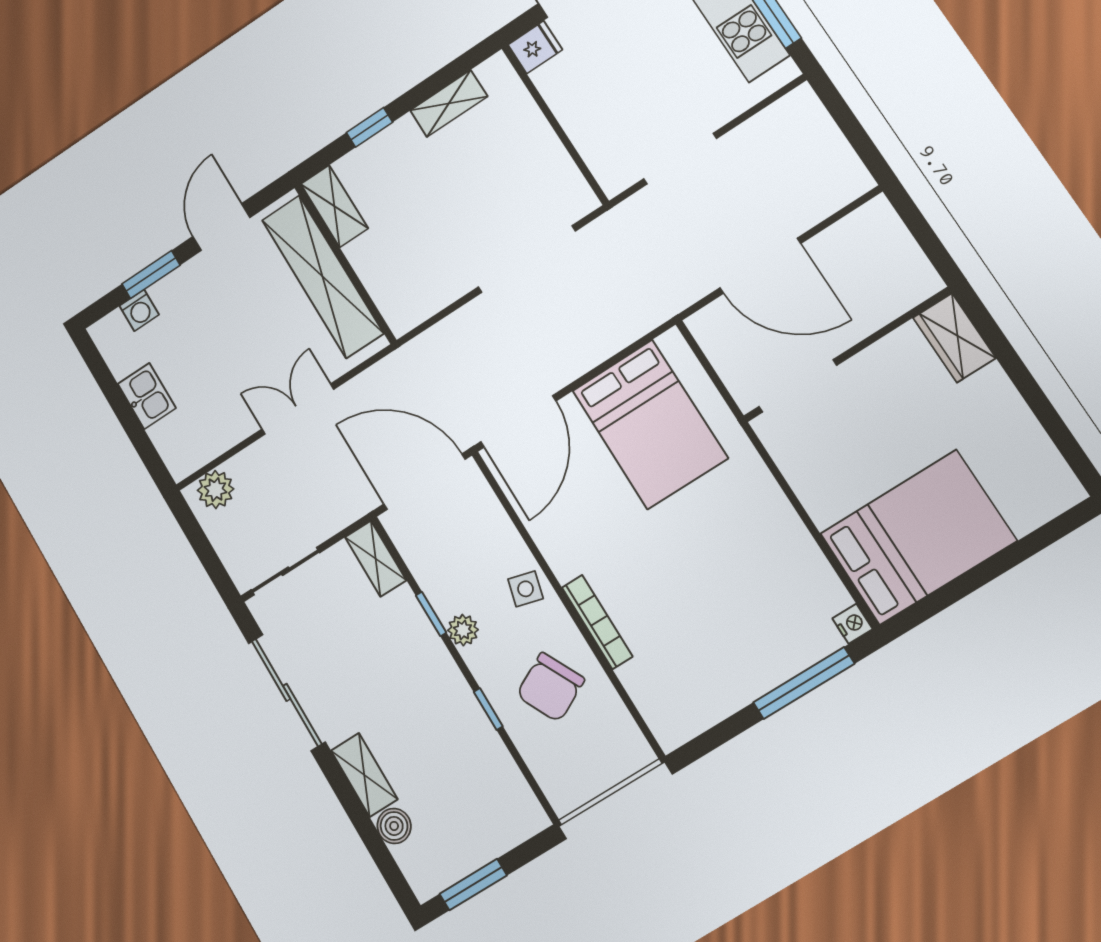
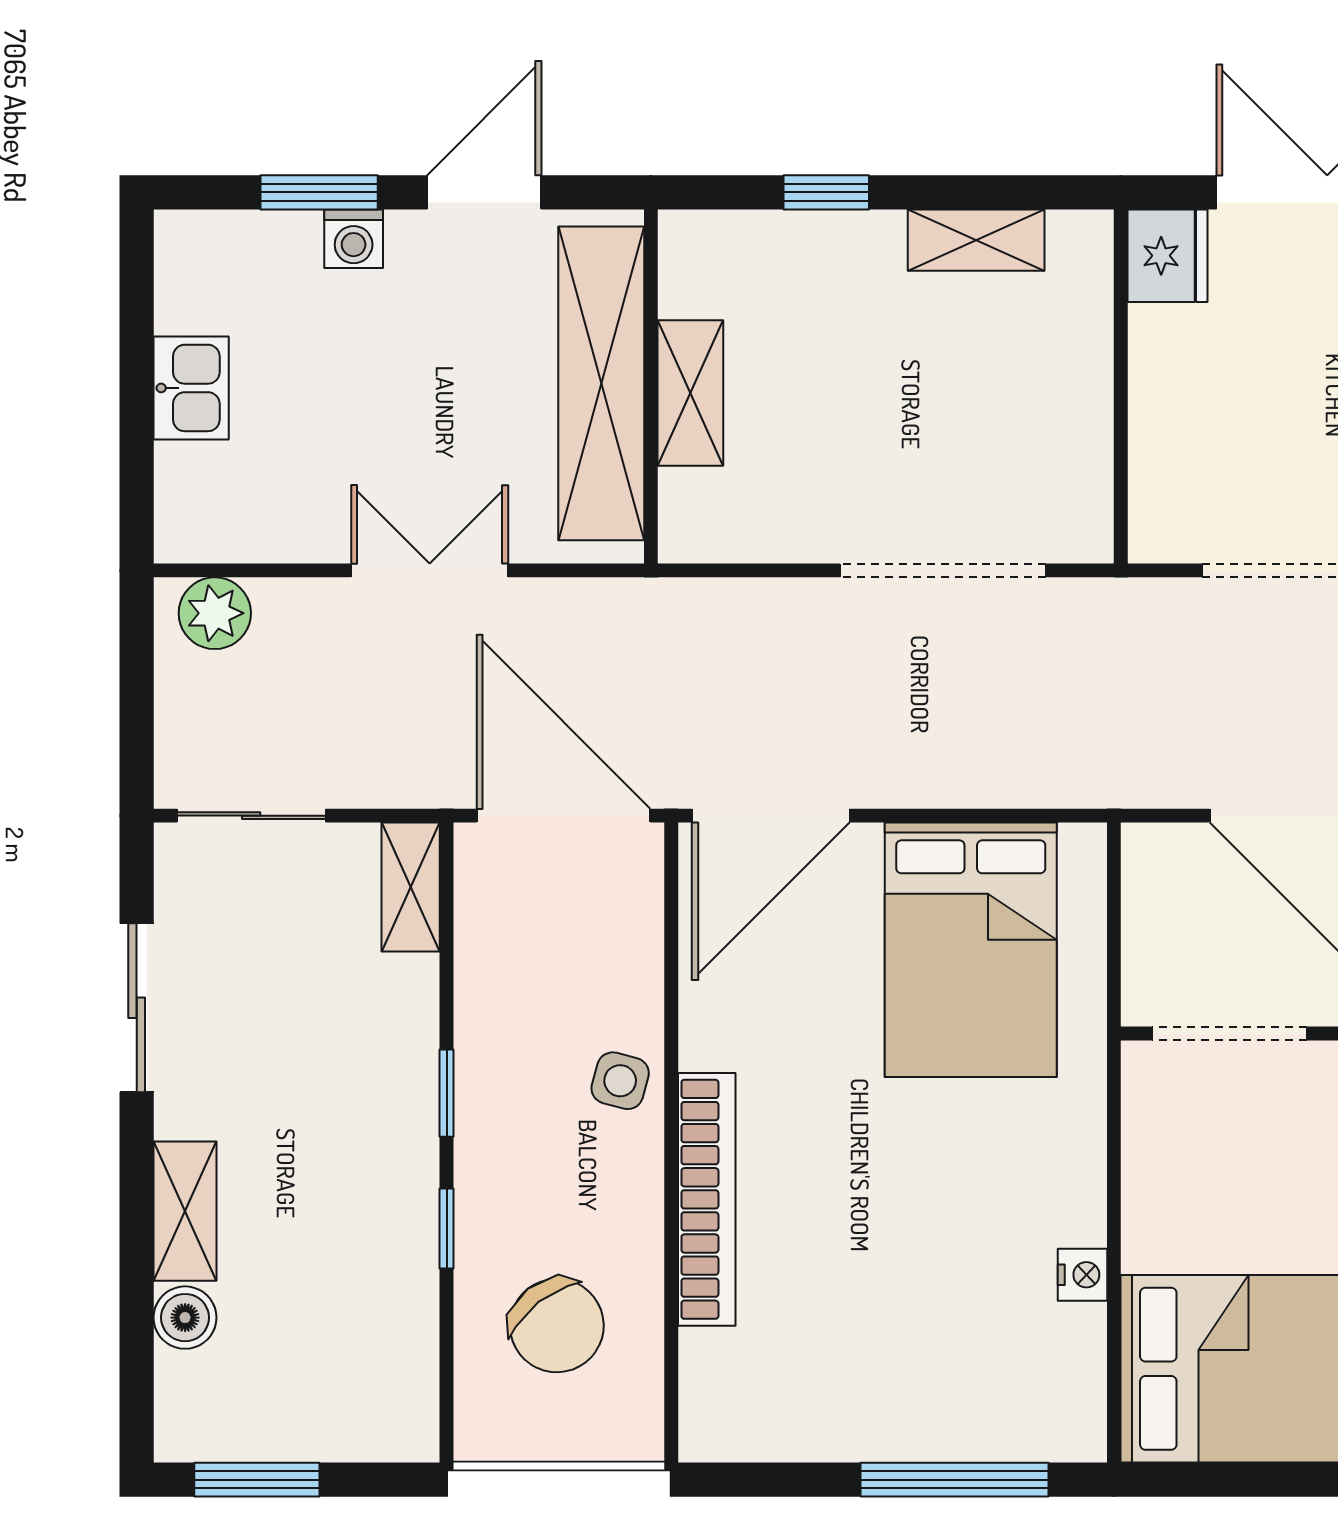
fridge: (535, 47) -> (1167, 256), width x1.38
shelving: (334, 206) -> (690, 393), moved
washing machine: (139, 310) -> (354, 239), moved
window: (431, 614) -> (447, 1093), moved
bookcase: (597, 622) -> (707, 1199), width x1.48, depth x1.31
nightstand: (852, 624) -> (1082, 1275), moved
plant: (463, 630) -> (482, 1084), removed
chair: (550, 687) -> (557, 1326), moved, turned -101
sliding door: (287, 692) -> (137, 1008), width x0.73

